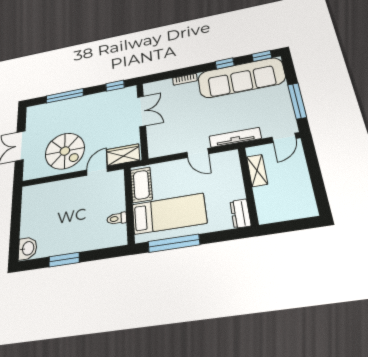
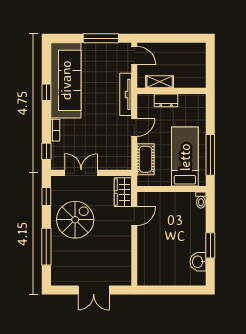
window: (262, 56) -> (46, 151), moved
spiral stairs: (65, 151) -> (75, 220), moved
door: (97, 171) -> (134, 216), swing flipped
cot: (141, 185) -> (146, 159), moved, turned 90
dresser: (240, 214) -> (166, 100), moved
toilet: (117, 219) -> (201, 200), moved
washbasin: (28, 248) -> (198, 262), moved, turned -90

